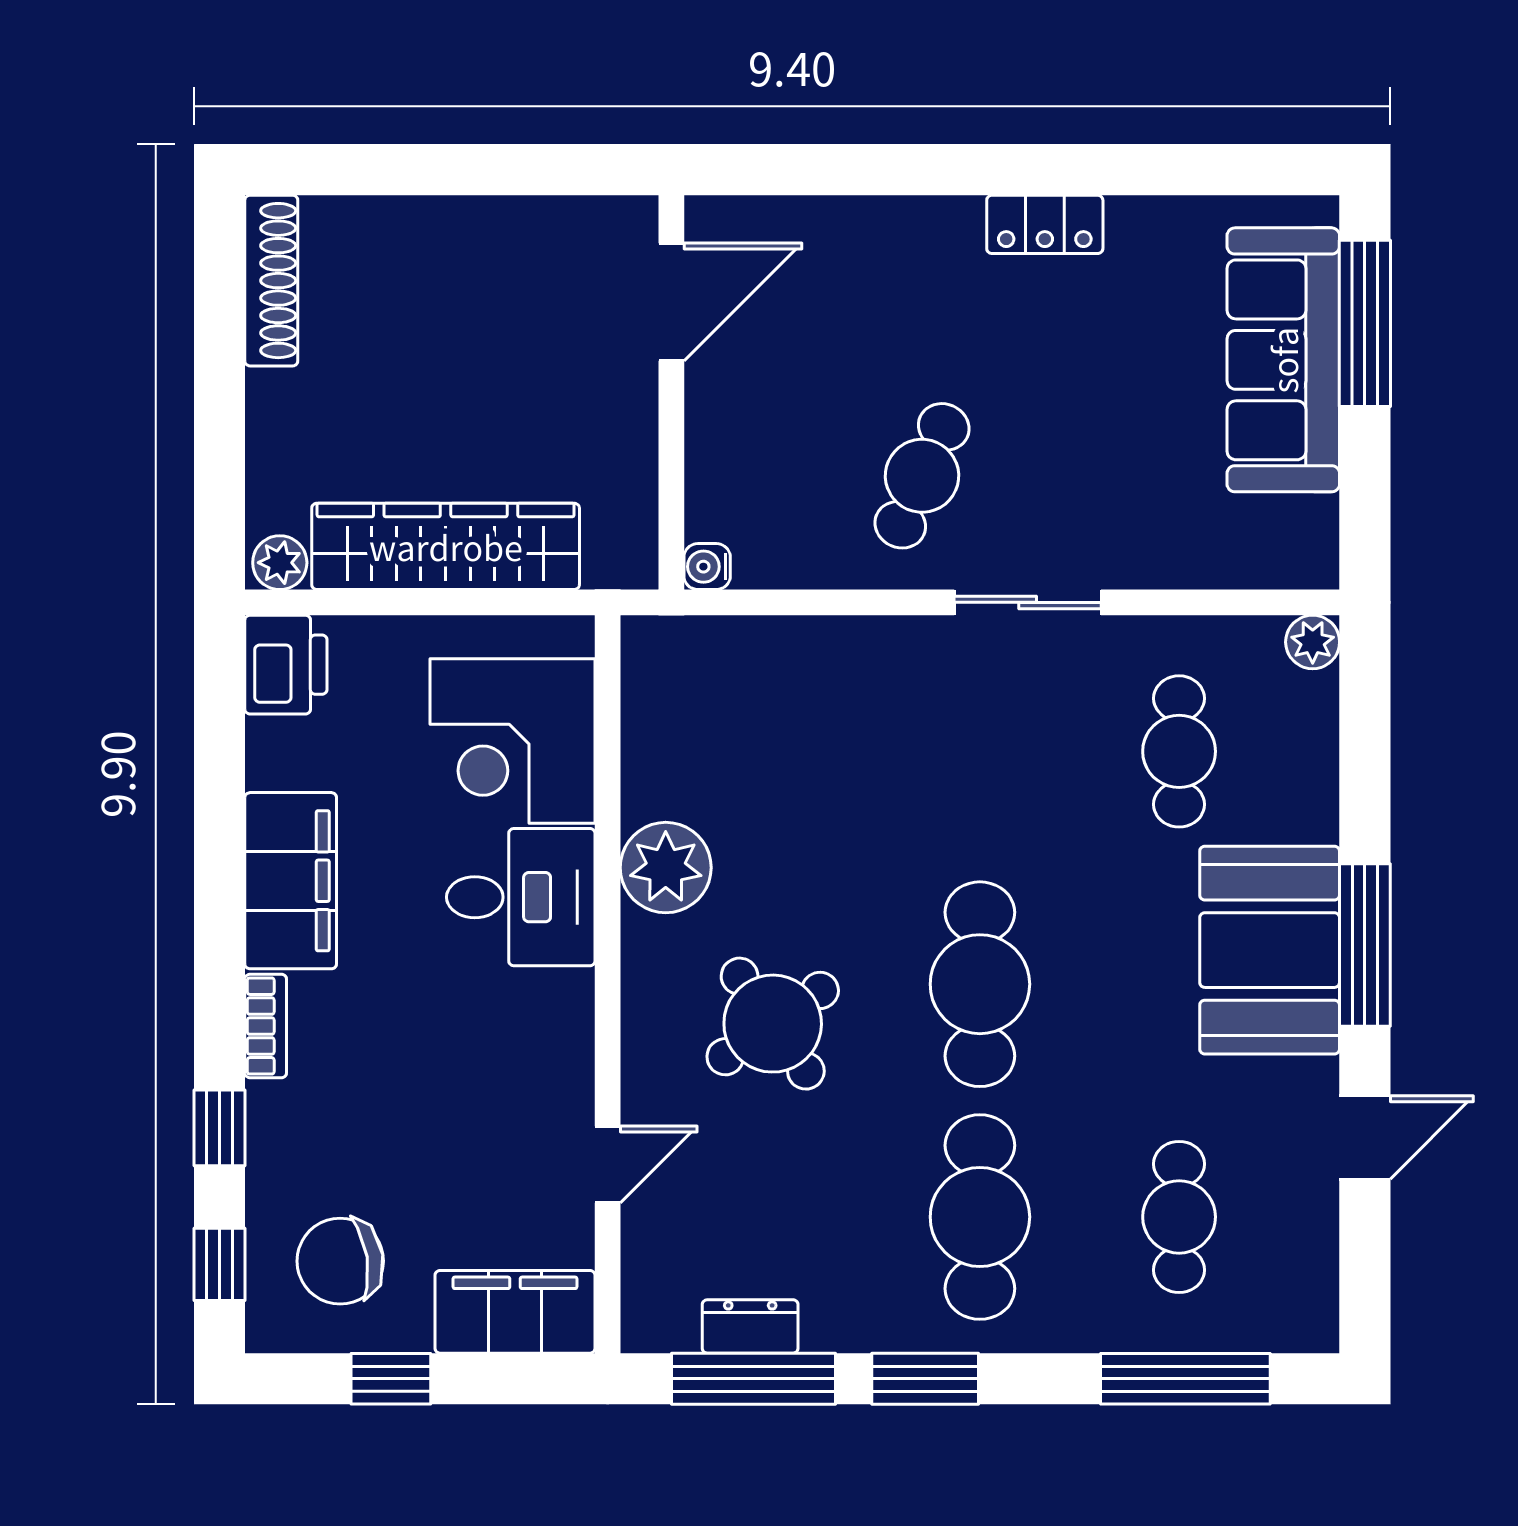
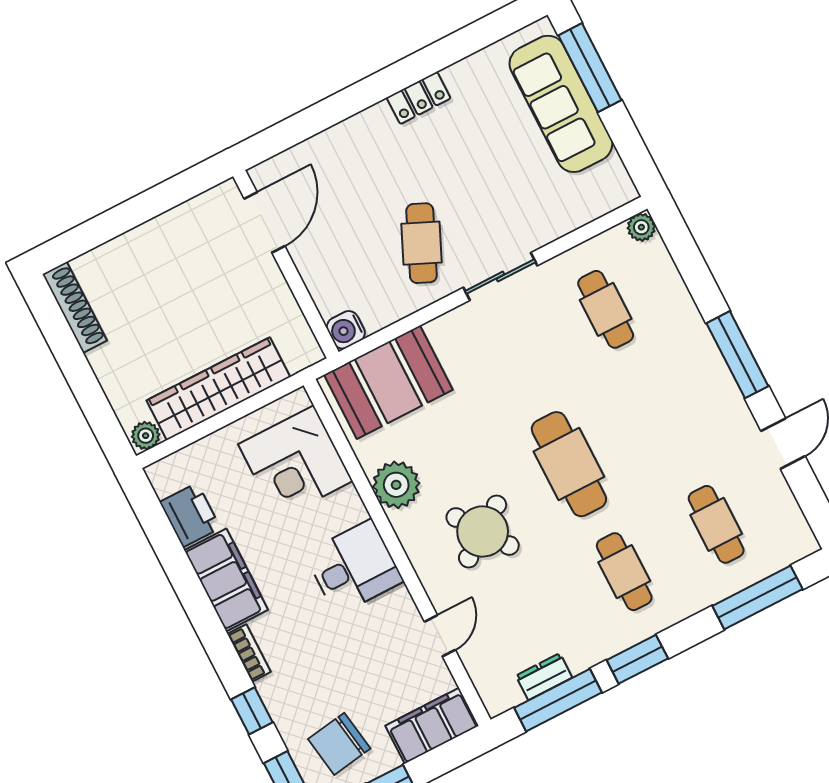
water cooler: (707, 567) -> (346, 330), width x1.38, depth x1.38
printer: (286, 665) -> (190, 515), moved
desk: (521, 897) -> (354, 567), moved
booth: (1270, 950) -> (388, 382), moved, turned 90
cafe table: (980, 1217) -> (624, 572), width x0.73, depth x0.74

